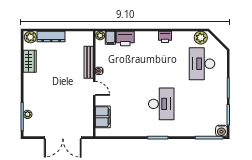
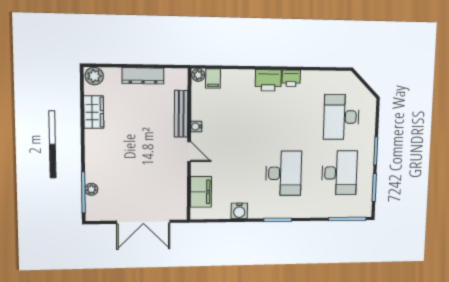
dresser: (51, 37) -> (143, 76), moved
plant: (201, 38) -> (341, 80), removed
printer: (125, 39) -> (268, 80), moved
desk: (202, 104) -> (339, 173), added
water cooler: (221, 131) -> (239, 211), moved

